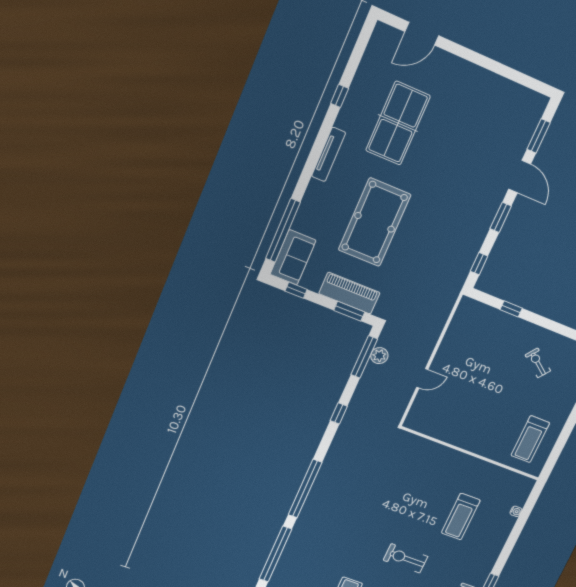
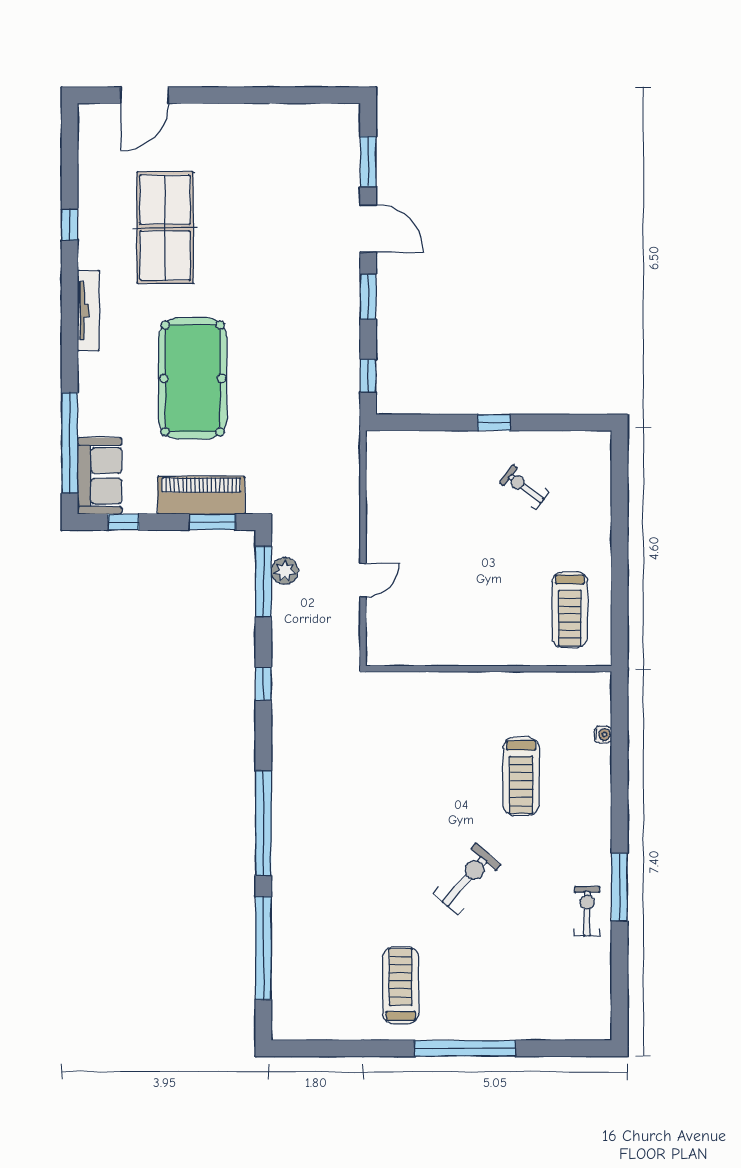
window: (511, 309) -> (494, 422), moved
exercise bike: (406, 558) -> (467, 879), turned 131

